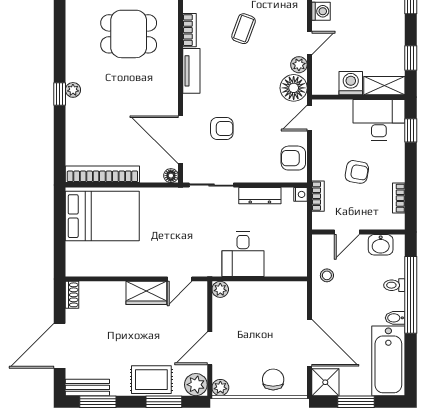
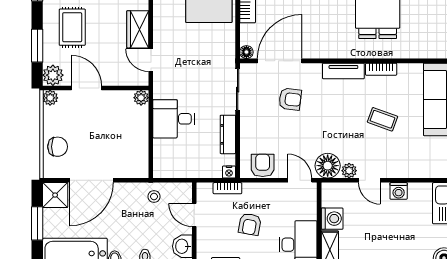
armchair: (222, 128) -> (290, 99), turned -83
rug: (151, 380) -> (72, 27), moved

